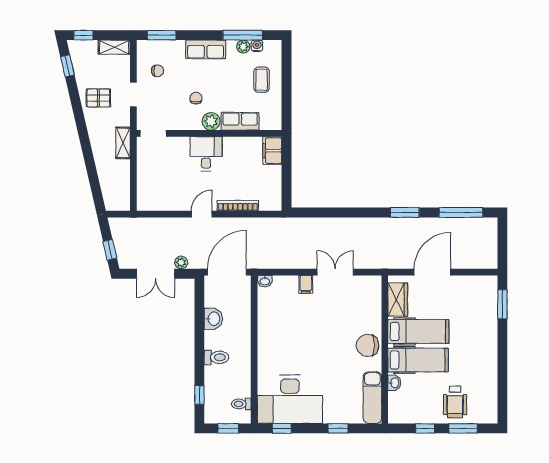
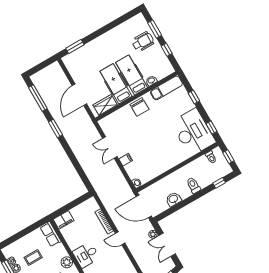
coffee table: (261, 80) -> (33, 258), moved
row of seats: (240, 121) -> (51, 234), moved
door: (432, 272) -> (79, 95), hinge flipped
double door: (156, 274) -> (167, 245), swing flipped

